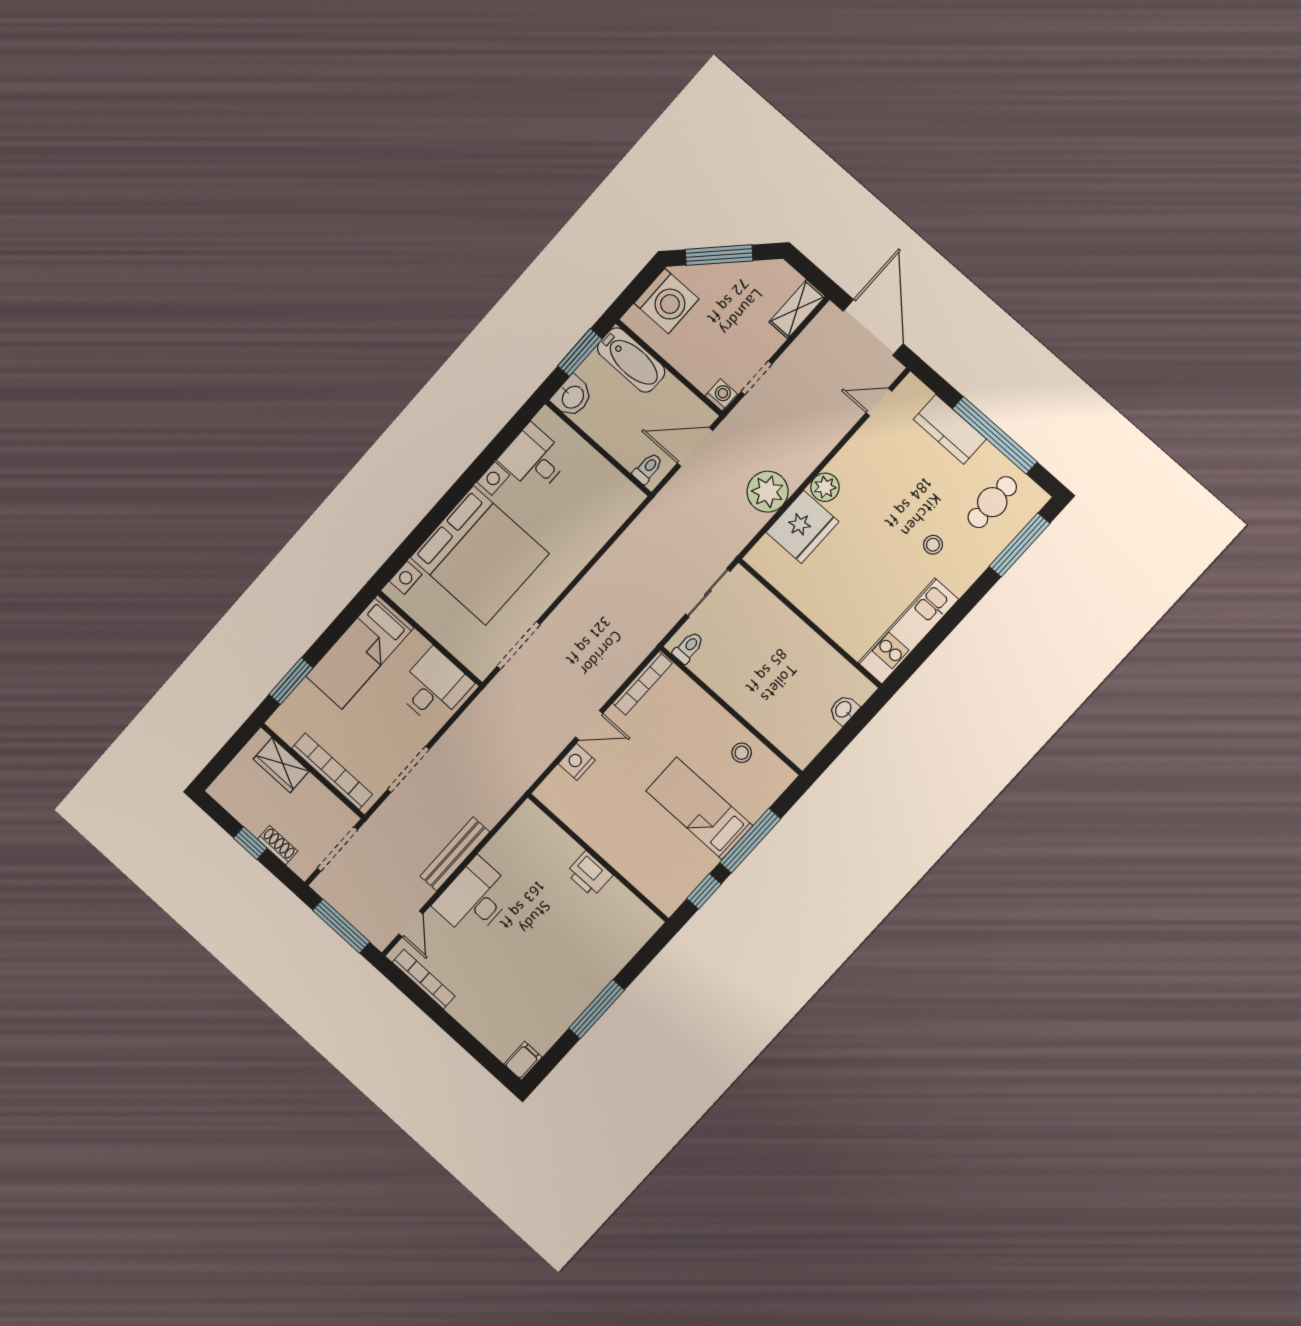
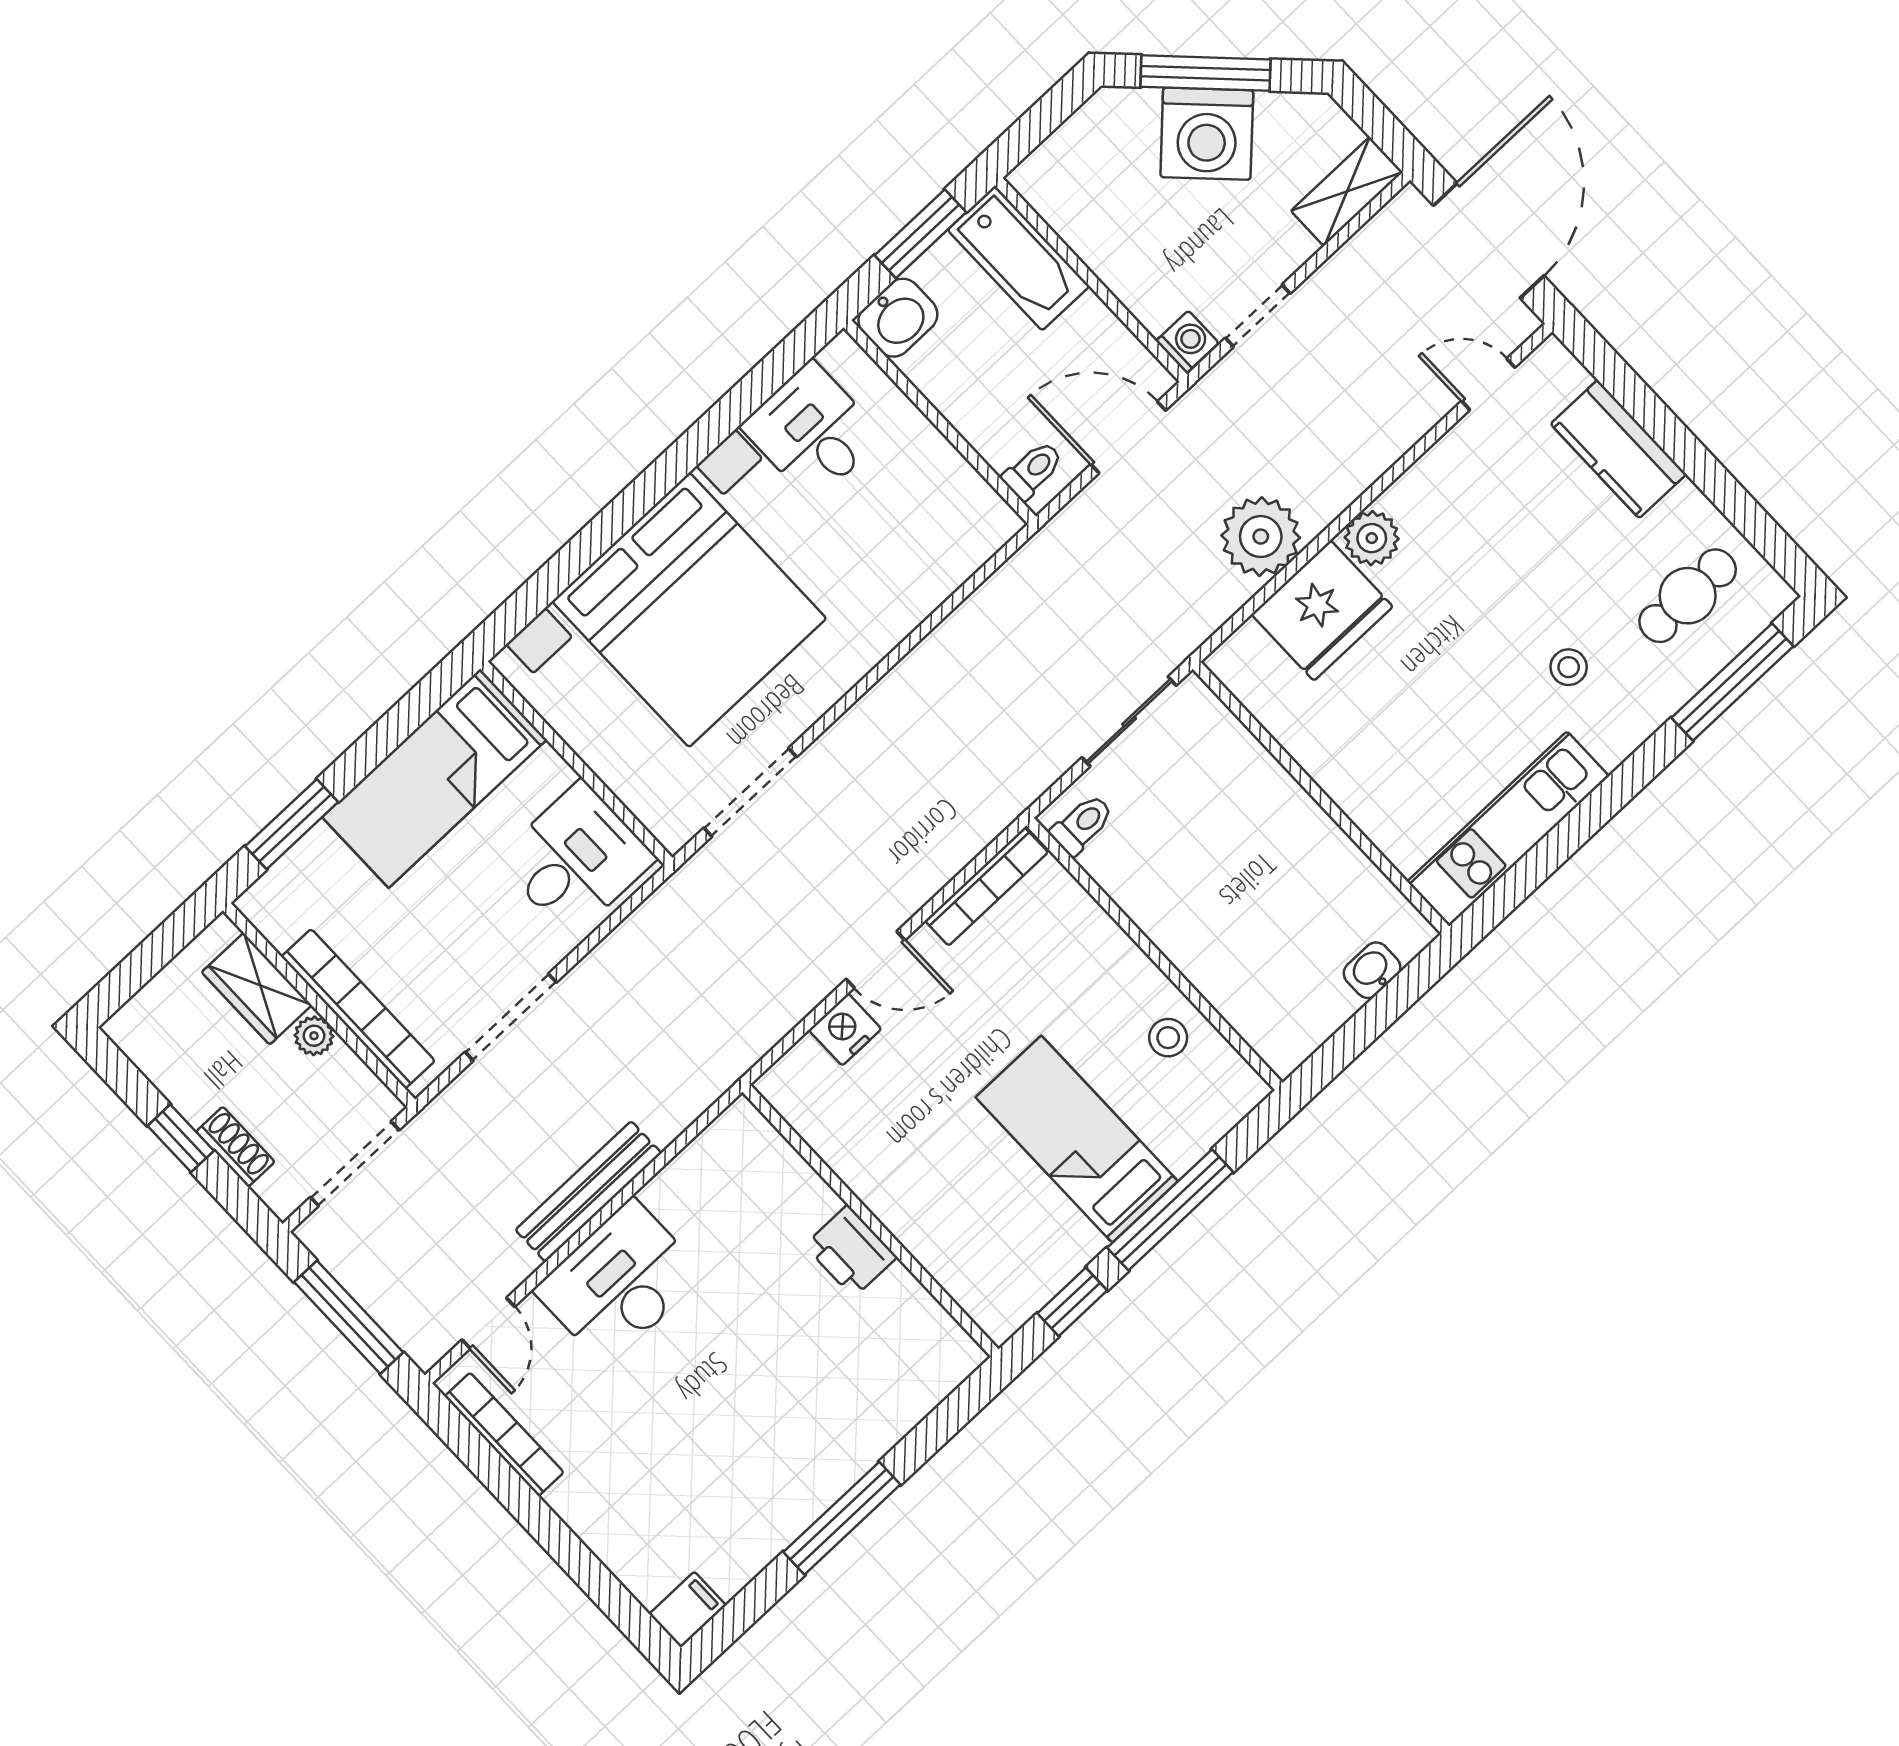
washing machine: (666, 301) -> (1207, 134), moved, turned 45
window: (995, 435) -> (1703, 468), removed
plant: (311, 786) -> (314, 1036), added

